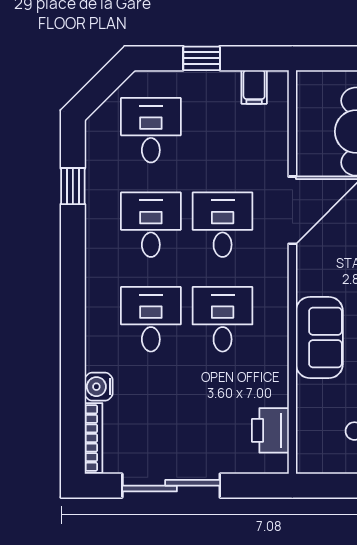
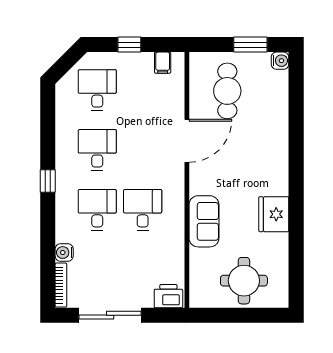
window: (73, 186) -> (48, 181), moved
desk: (223, 225) -> (143, 150), removed
printer: (270, 430) -> (168, 296), moved, turned 90

